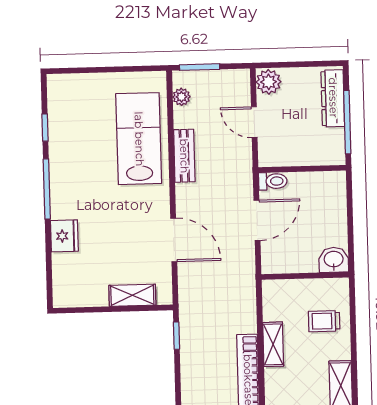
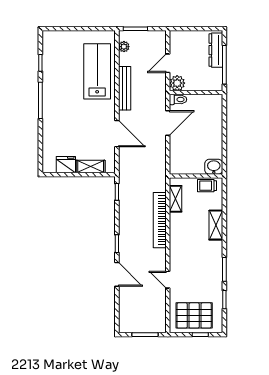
plant: (269, 82) -> (177, 83), moved
door: (254, 122) -> (168, 63), hinge flipped
bench: (184, 156) -> (125, 88), width x1.36
fridge: (64, 236) -> (66, 165), moved, turned -90
washbasin: (334, 260) -> (214, 167), moved
wall: (305, 276) -> (196, 176), moved

